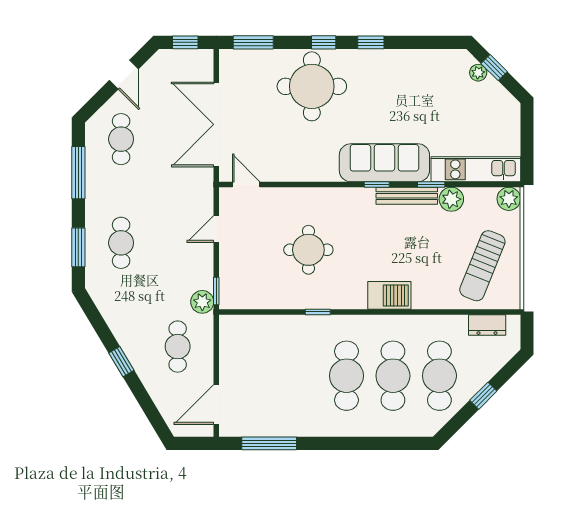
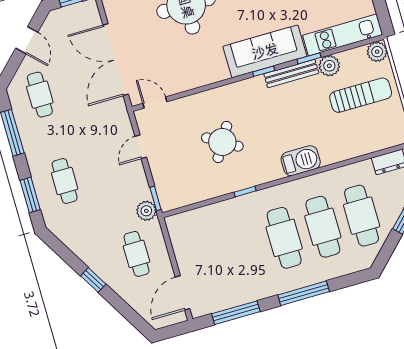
round table: (308, 250) -> (222, 142), turned 31
sun lounger: (482, 266) -> (361, 95), moved, turned -112
window: (350, 443) -> (304, 293), added

